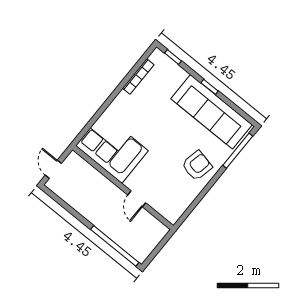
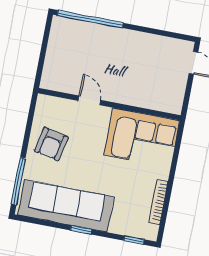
corner sofa: (112, 148) -> (142, 138), moved
wall: (123, 188) -> (109, 104), moved
door: (137, 199) -> (89, 100), moved

